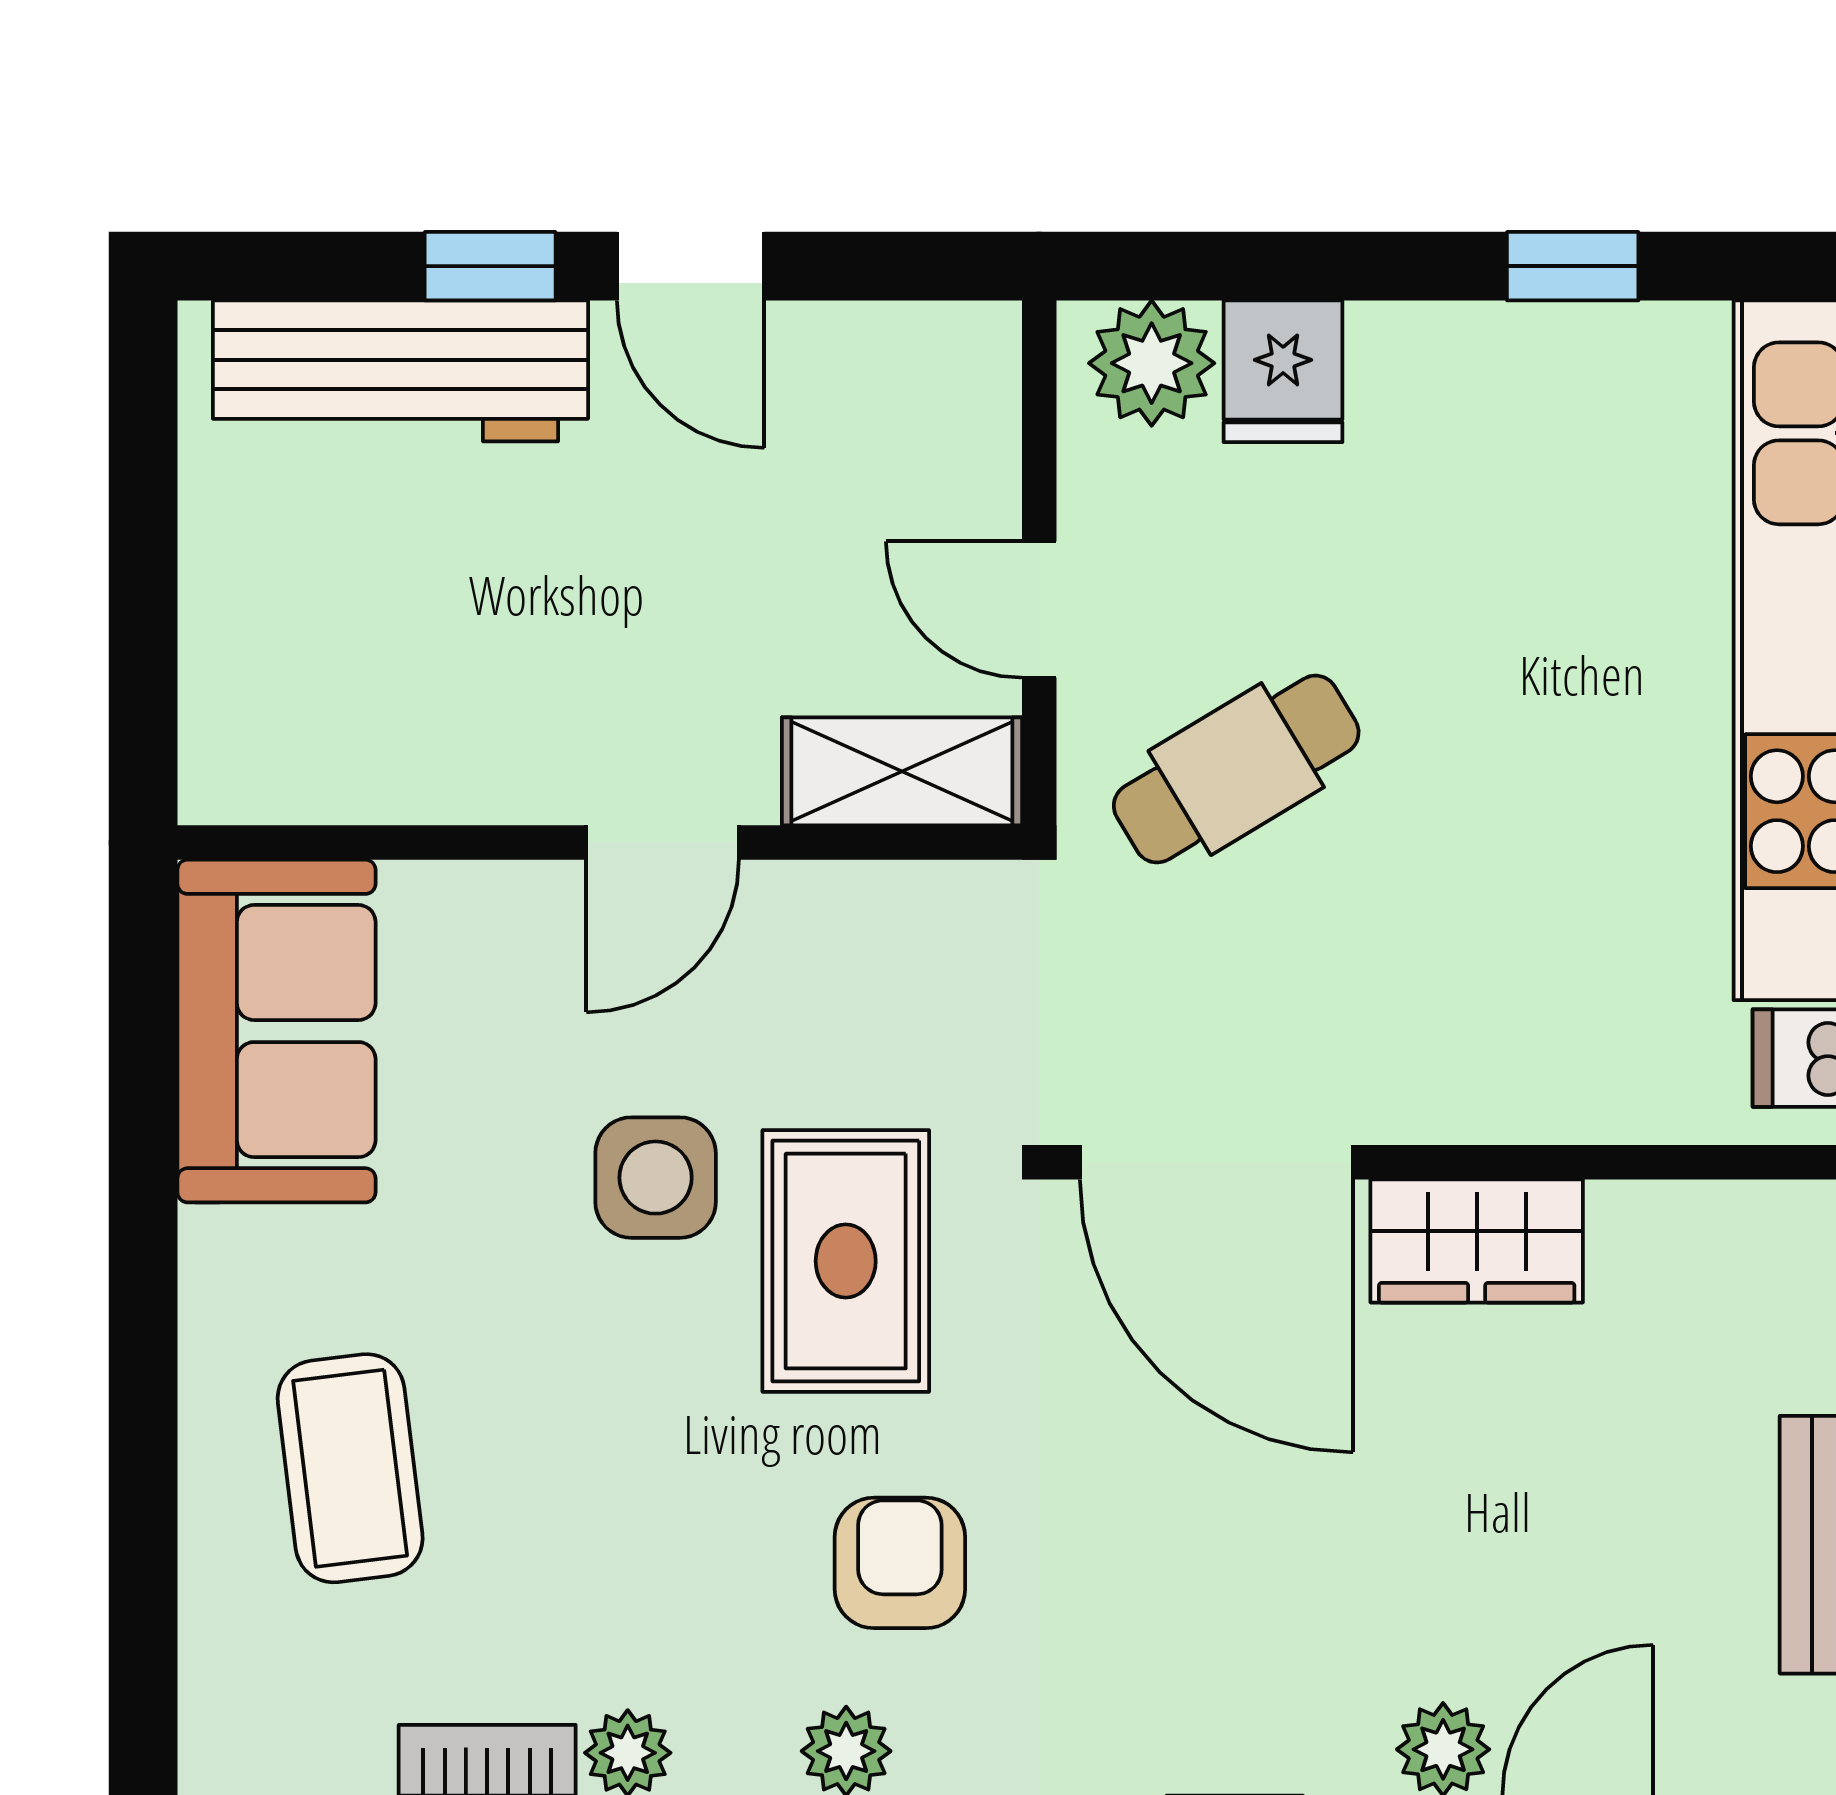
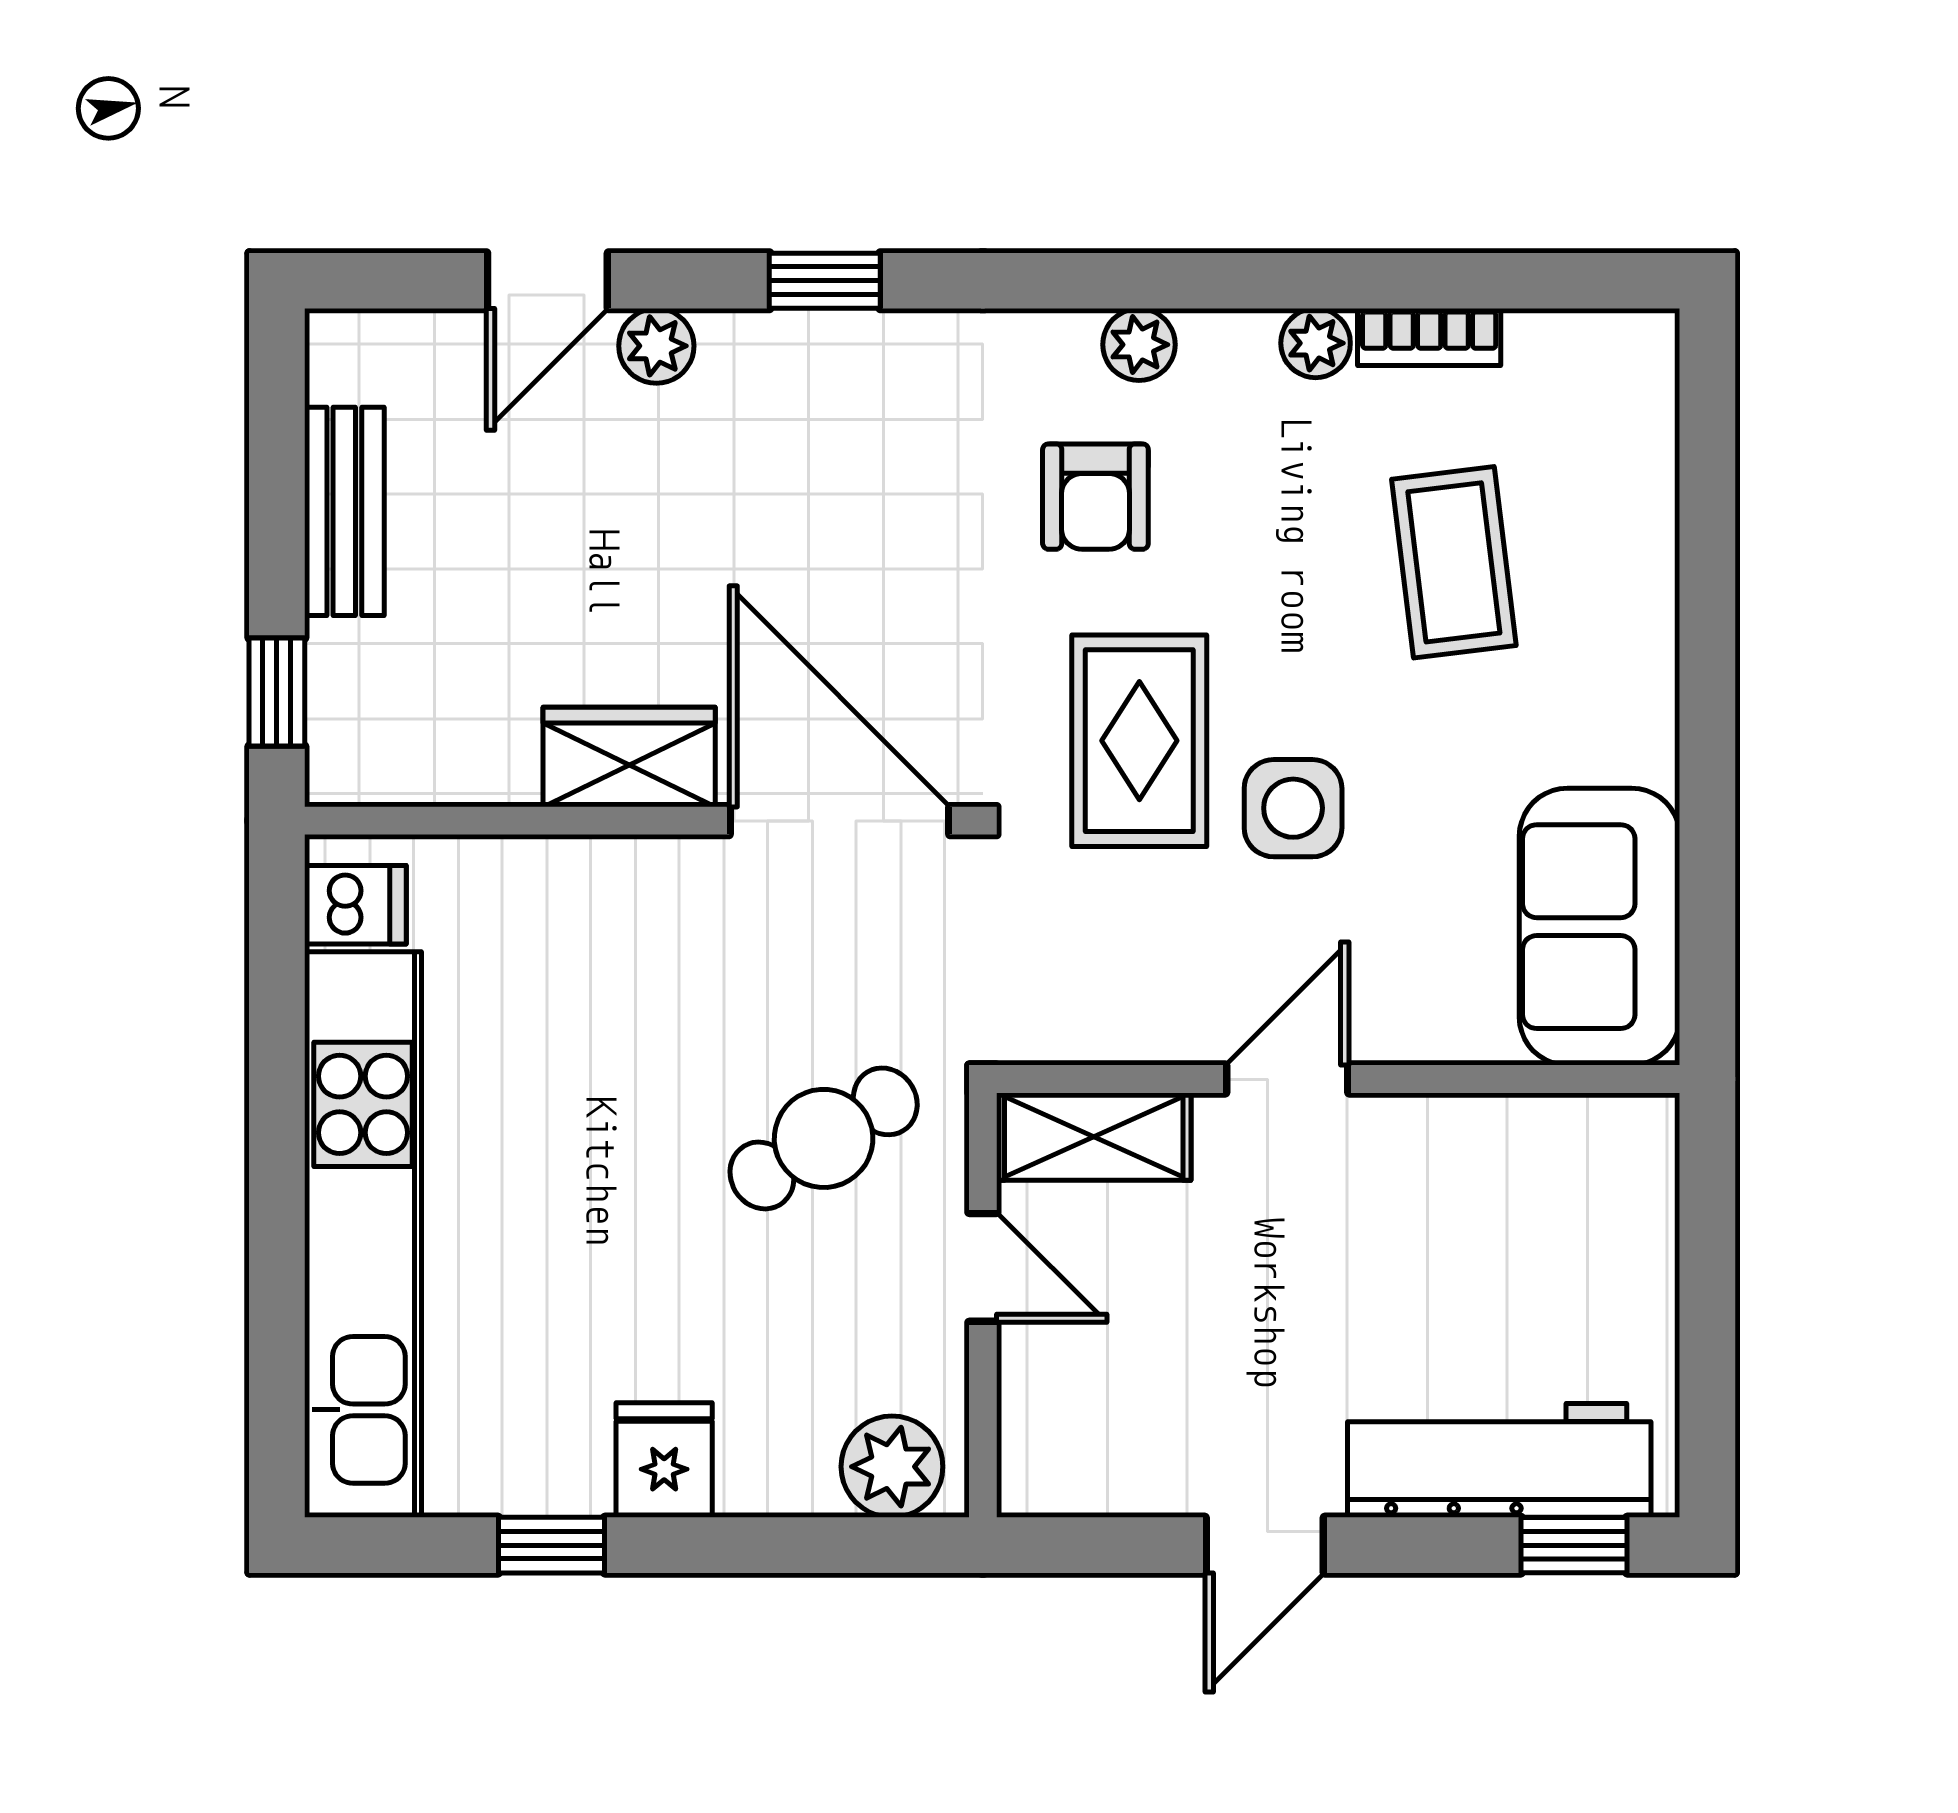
window: (490, 266) -> (1574, 1545), moved
door: (691, 266) -> (1265, 1545), swing flipped
fridge: (1283, 371) -> (664, 1460), moved
coffee table: (350, 1468) -> (1454, 562), moved

